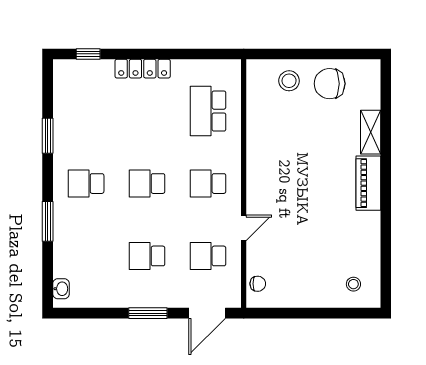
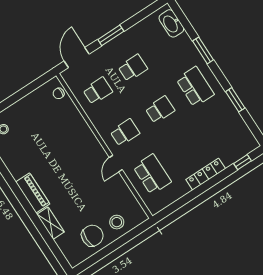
school desk: (86, 184) -> (195, 87), width x1.85
door: (244, 228) -> (116, 164), moved
washbasin: (61, 289) -> (171, 23), width x1.91, depth x1.45

